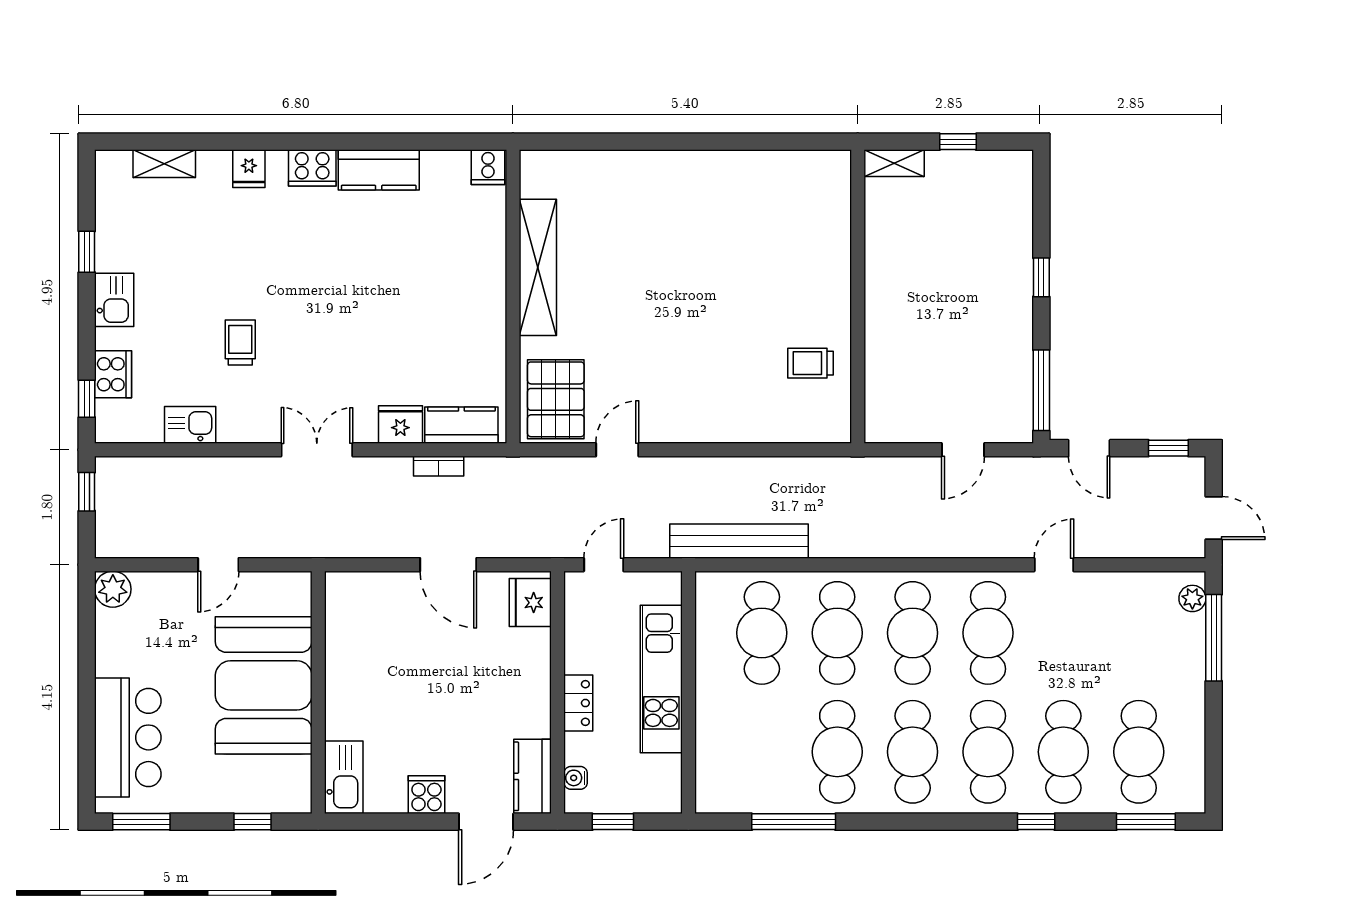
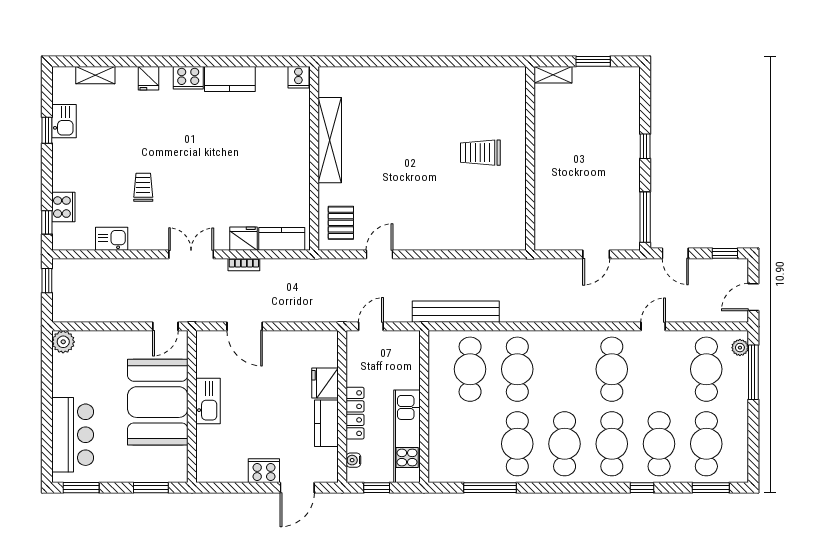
window: (958, 142) -> (593, 61), width x1.50
kitchen sink: (114, 300) -> (64, 121), moved
trolley: (811, 363) -> (480, 153), moved, width x1.36, depth x1.39
pallet: (556, 399) -> (341, 223), width x0.67, depth x0.71
bookcase: (439, 466) -> (244, 265), moved
door: (1214, 518) -> (753, 297), swing flipped
door: (218, 565) -> (165, 326), moved
door: (448, 565) -> (245, 326), moved
fridge: (530, 603) -> (325, 383), moved
cafe table: (913, 633) -> (706, 369), moved
kitchen unit: (661, 679) -> (407, 436), moved
locker: (578, 703) -> (355, 413), width x1.53
kitchen counter: (533, 776) -> (326, 423), moved
kitchen sink: (344, 777) -> (208, 401), moved
cooker: (426, 795) -> (264, 471), width x1.36
window: (253, 822) -> (151, 488), width x1.50

